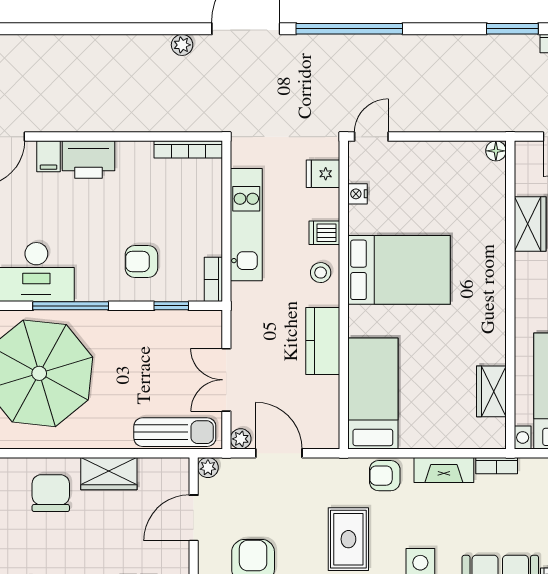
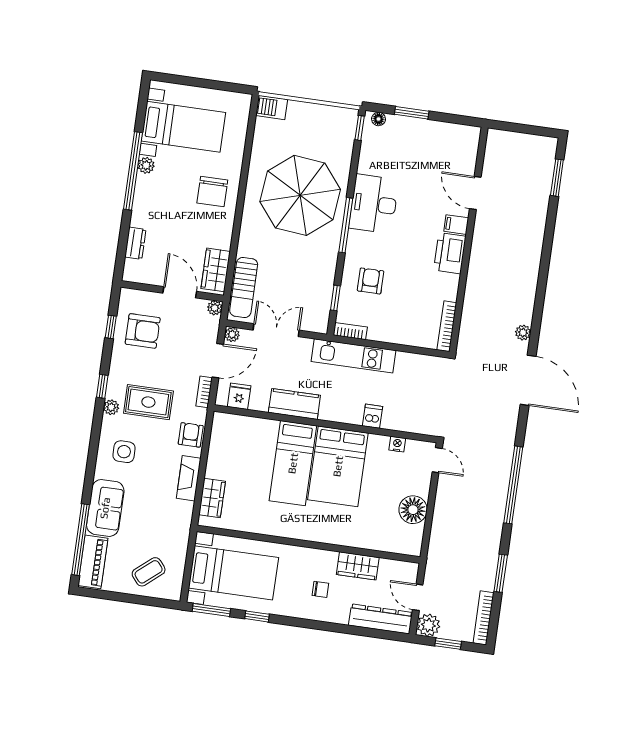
window: (349, 29) -> (513, 485), moved
floor lamp: (496, 151) -> (413, 510), moved, width x1.89, depth x1.89
fridge: (323, 174) -> (239, 396), moved
kitchen unit: (246, 225) -> (353, 356), moved
stool: (321, 273) -> (344, 409), removed
wardrobe: (491, 391) -> (212, 498), moved, turned 90
bed: (373, 394) -> (293, 463), moved, turned 90
bookcase: (497, 466) -> (204, 392), moved
wardrobe: (109, 474) -> (216, 270), moved
chair: (51, 493) -> (212, 191), turned 90

